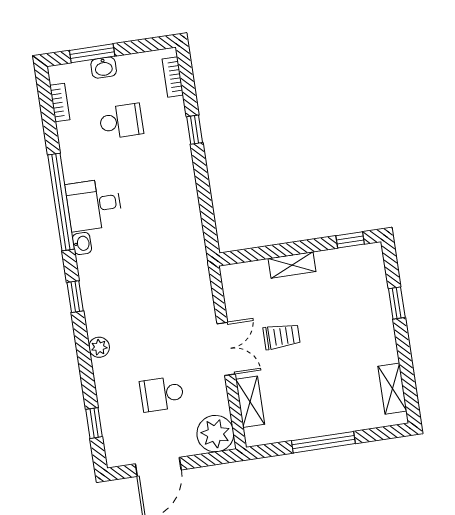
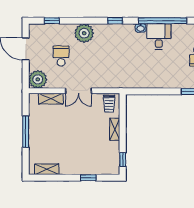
trolley: (282, 336) -> (109, 104), moved
plant: (99, 347) -> (84, 33), width x1.87, depth x1.87

